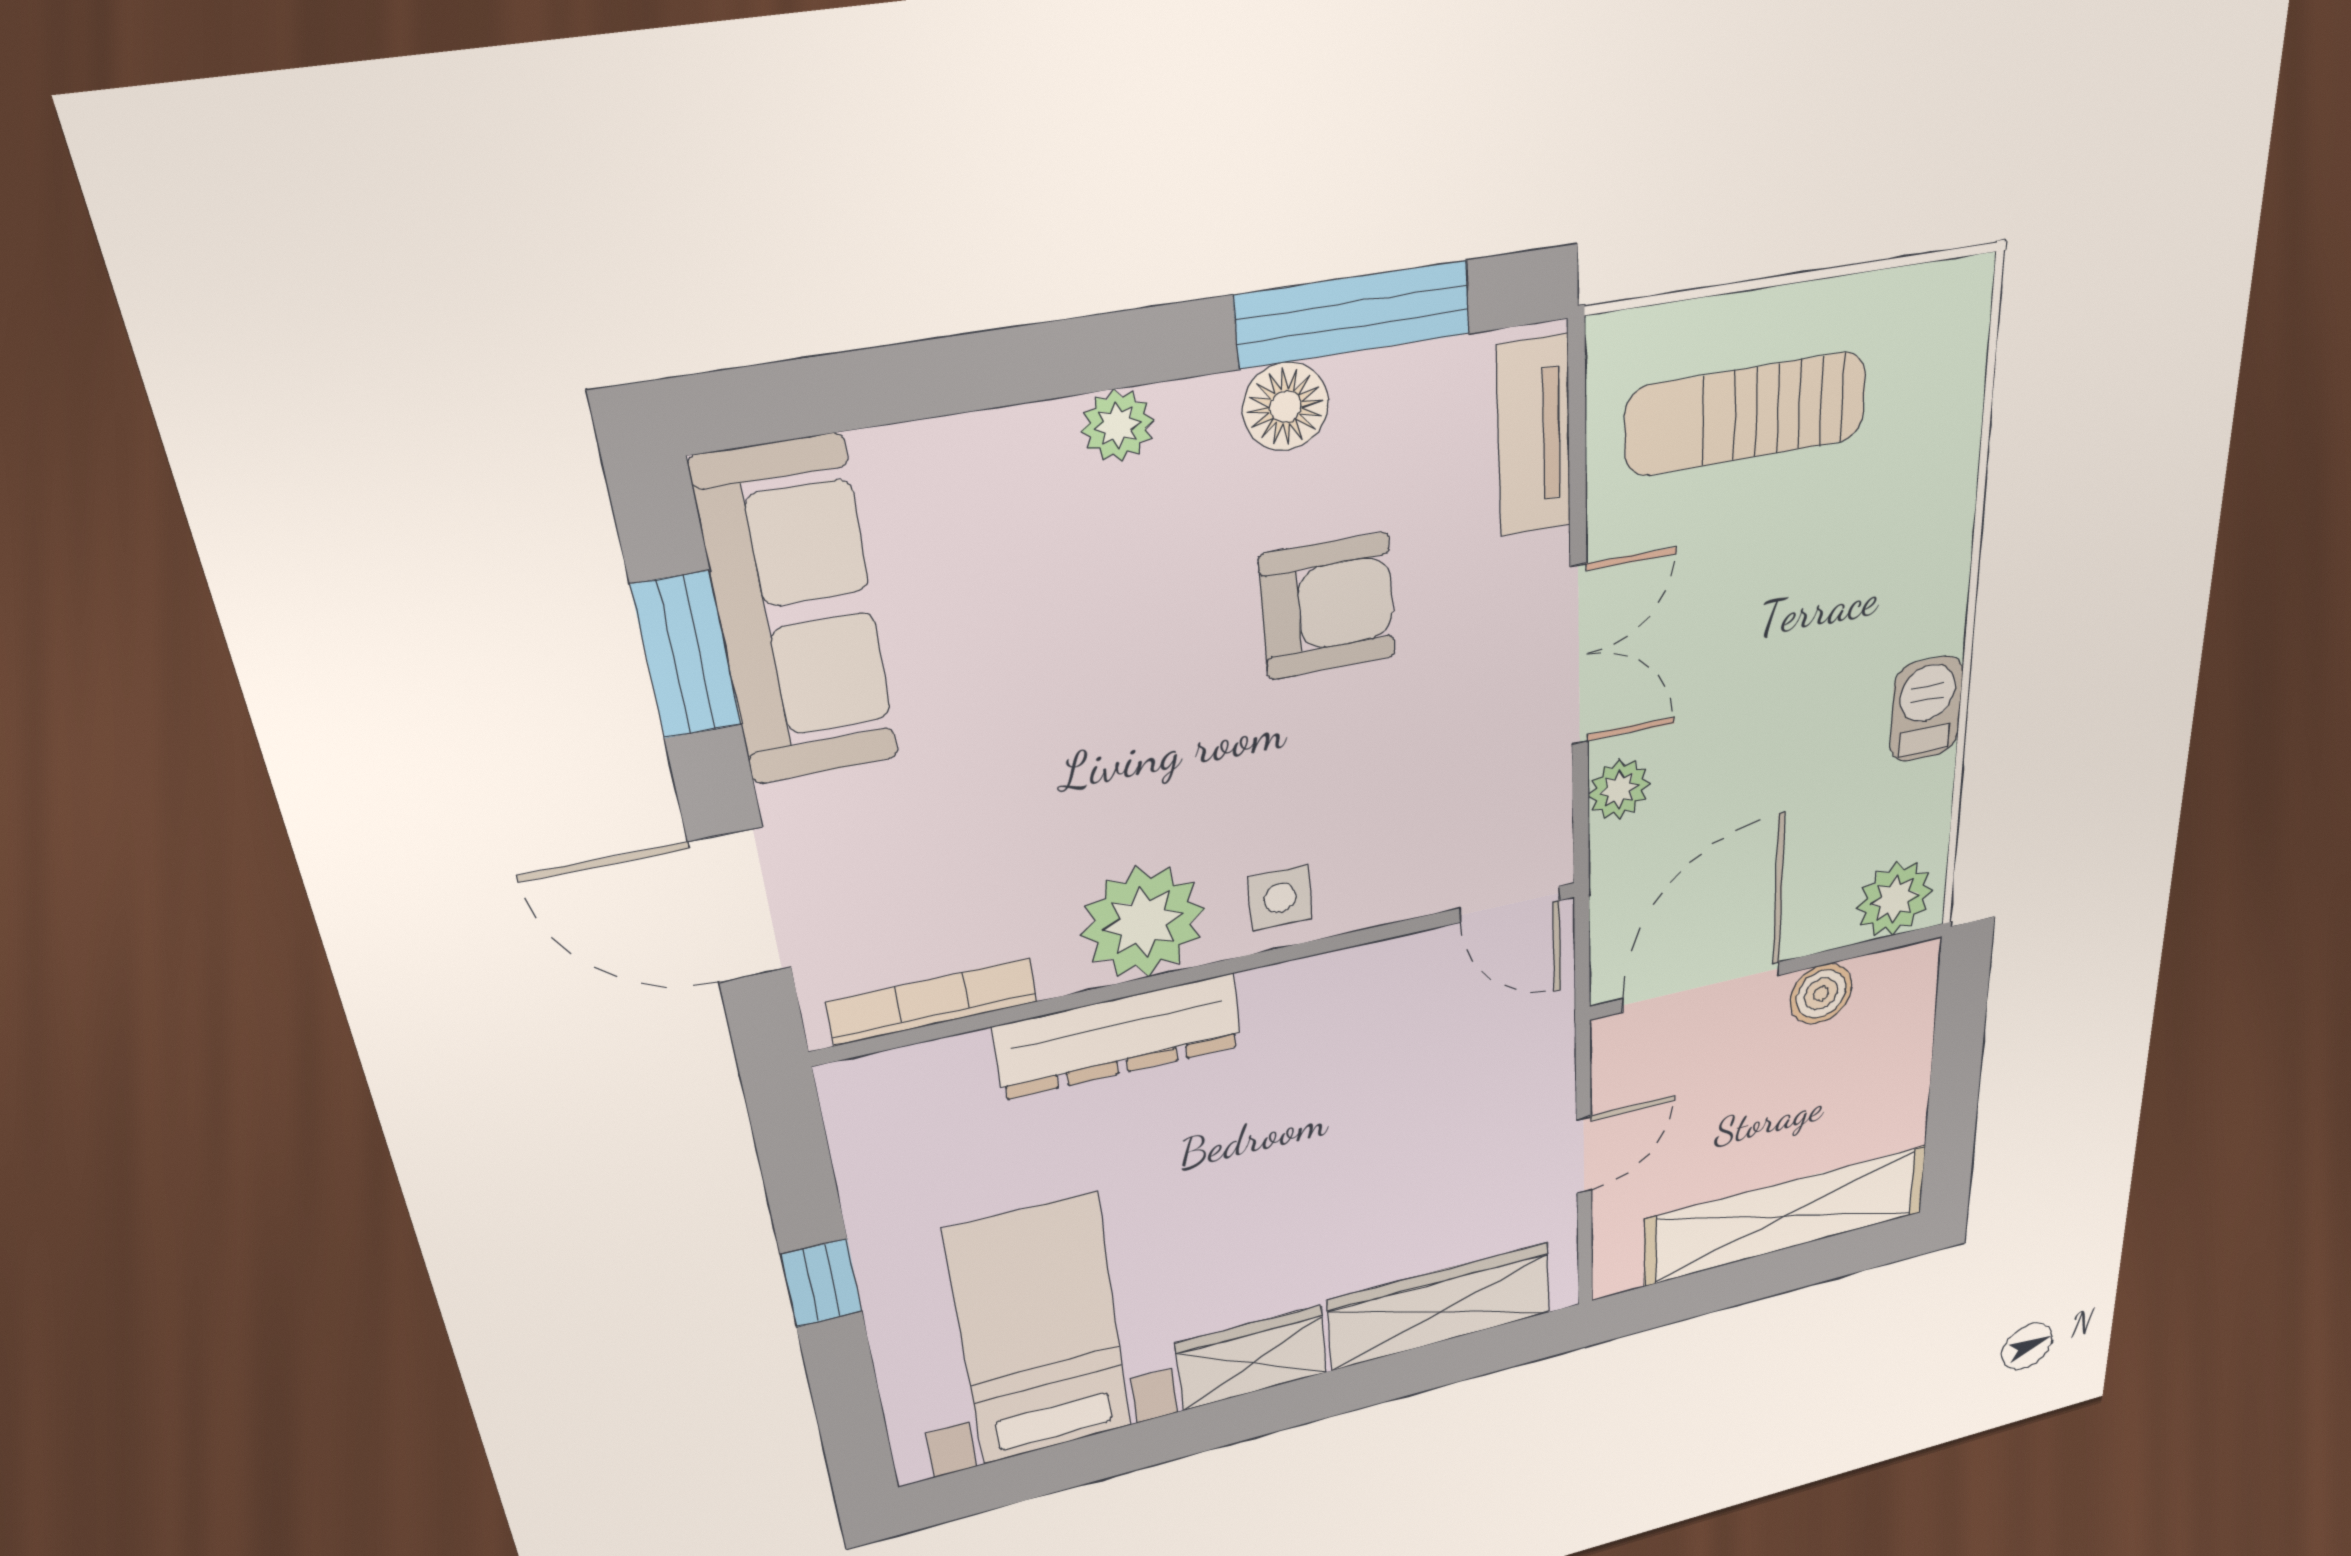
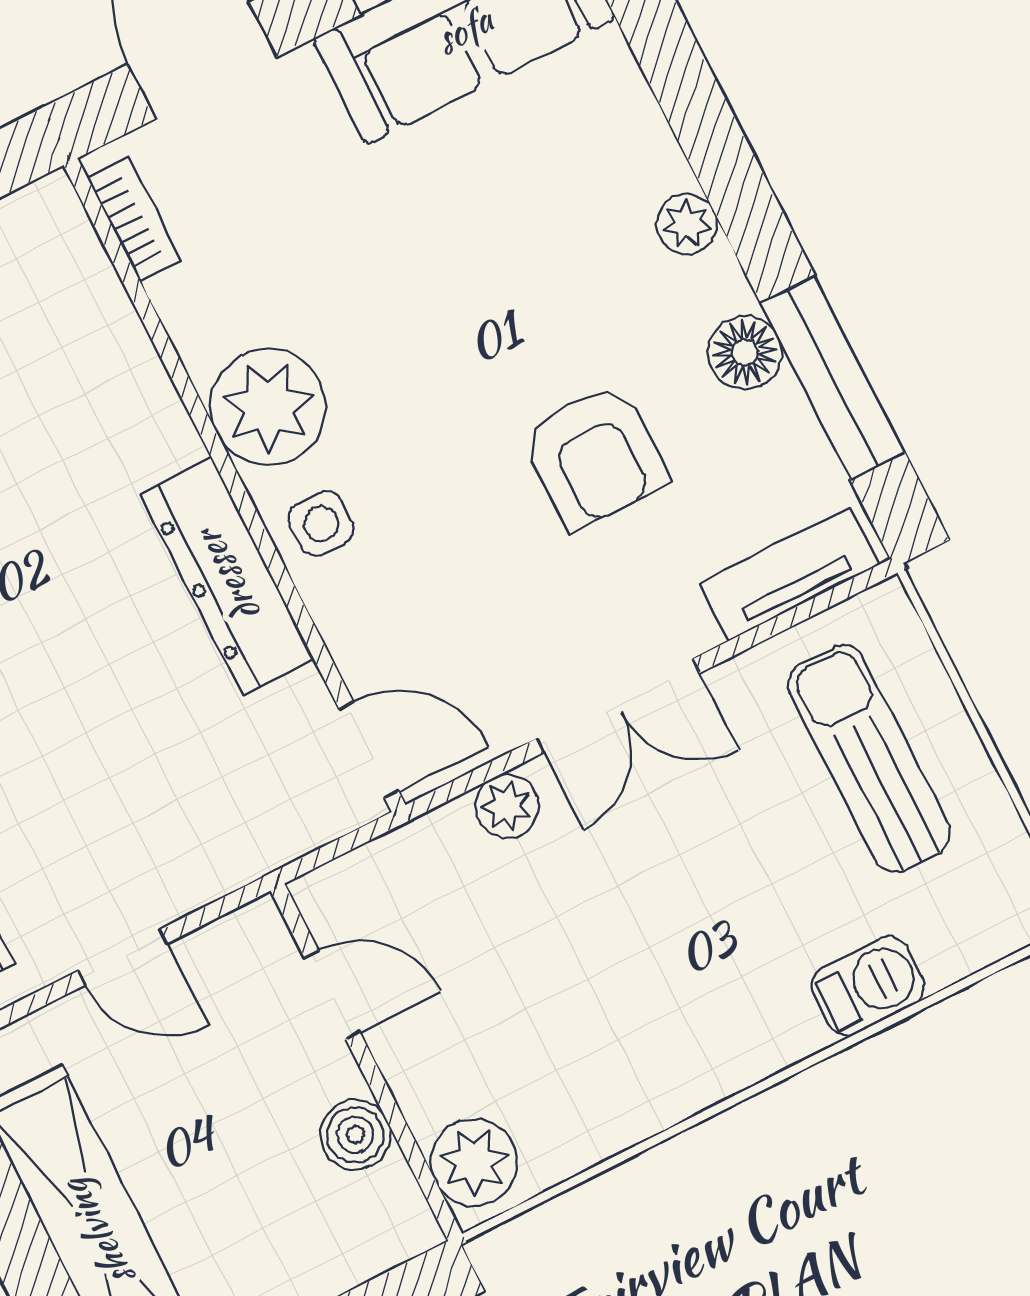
barbecue: (1927, 709) -> (868, 986), moved
door: (1510, 904) -> (369, 750), swing flipped
door: (1702, 987) -> (332, 995), width x0.53
bookcase: (933, 1002) -> (134, 219), width x0.64
dresser: (1119, 1036) -> (227, 576), moved

